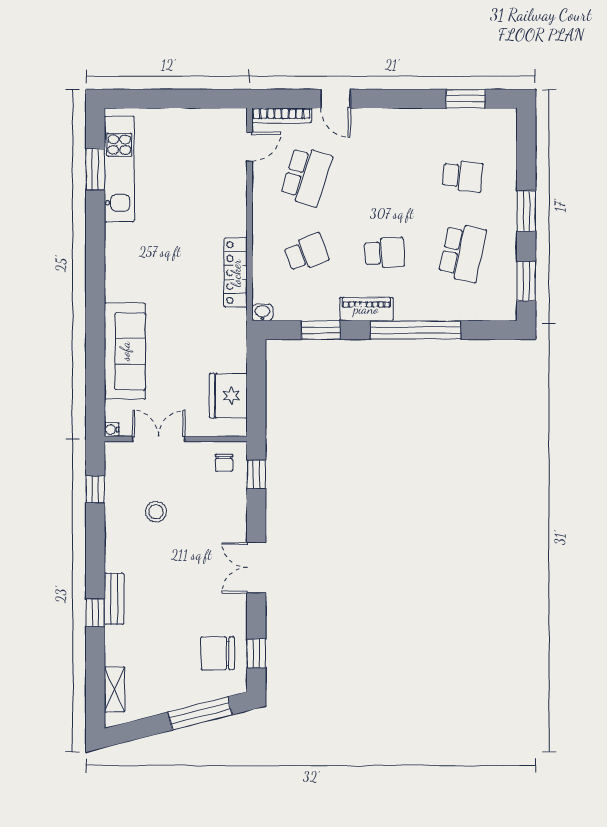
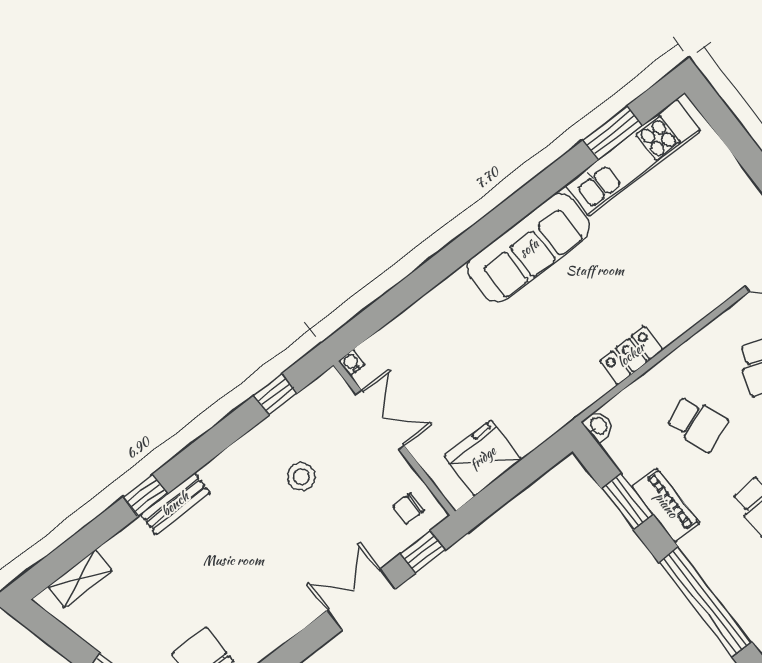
locker: (236, 273) -> (631, 355), width x0.66
piano: (366, 309) -> (666, 505), moved
sofa: (125, 351) -> (529, 248), moved
double door: (256, 568) -> (361, 600), moved

